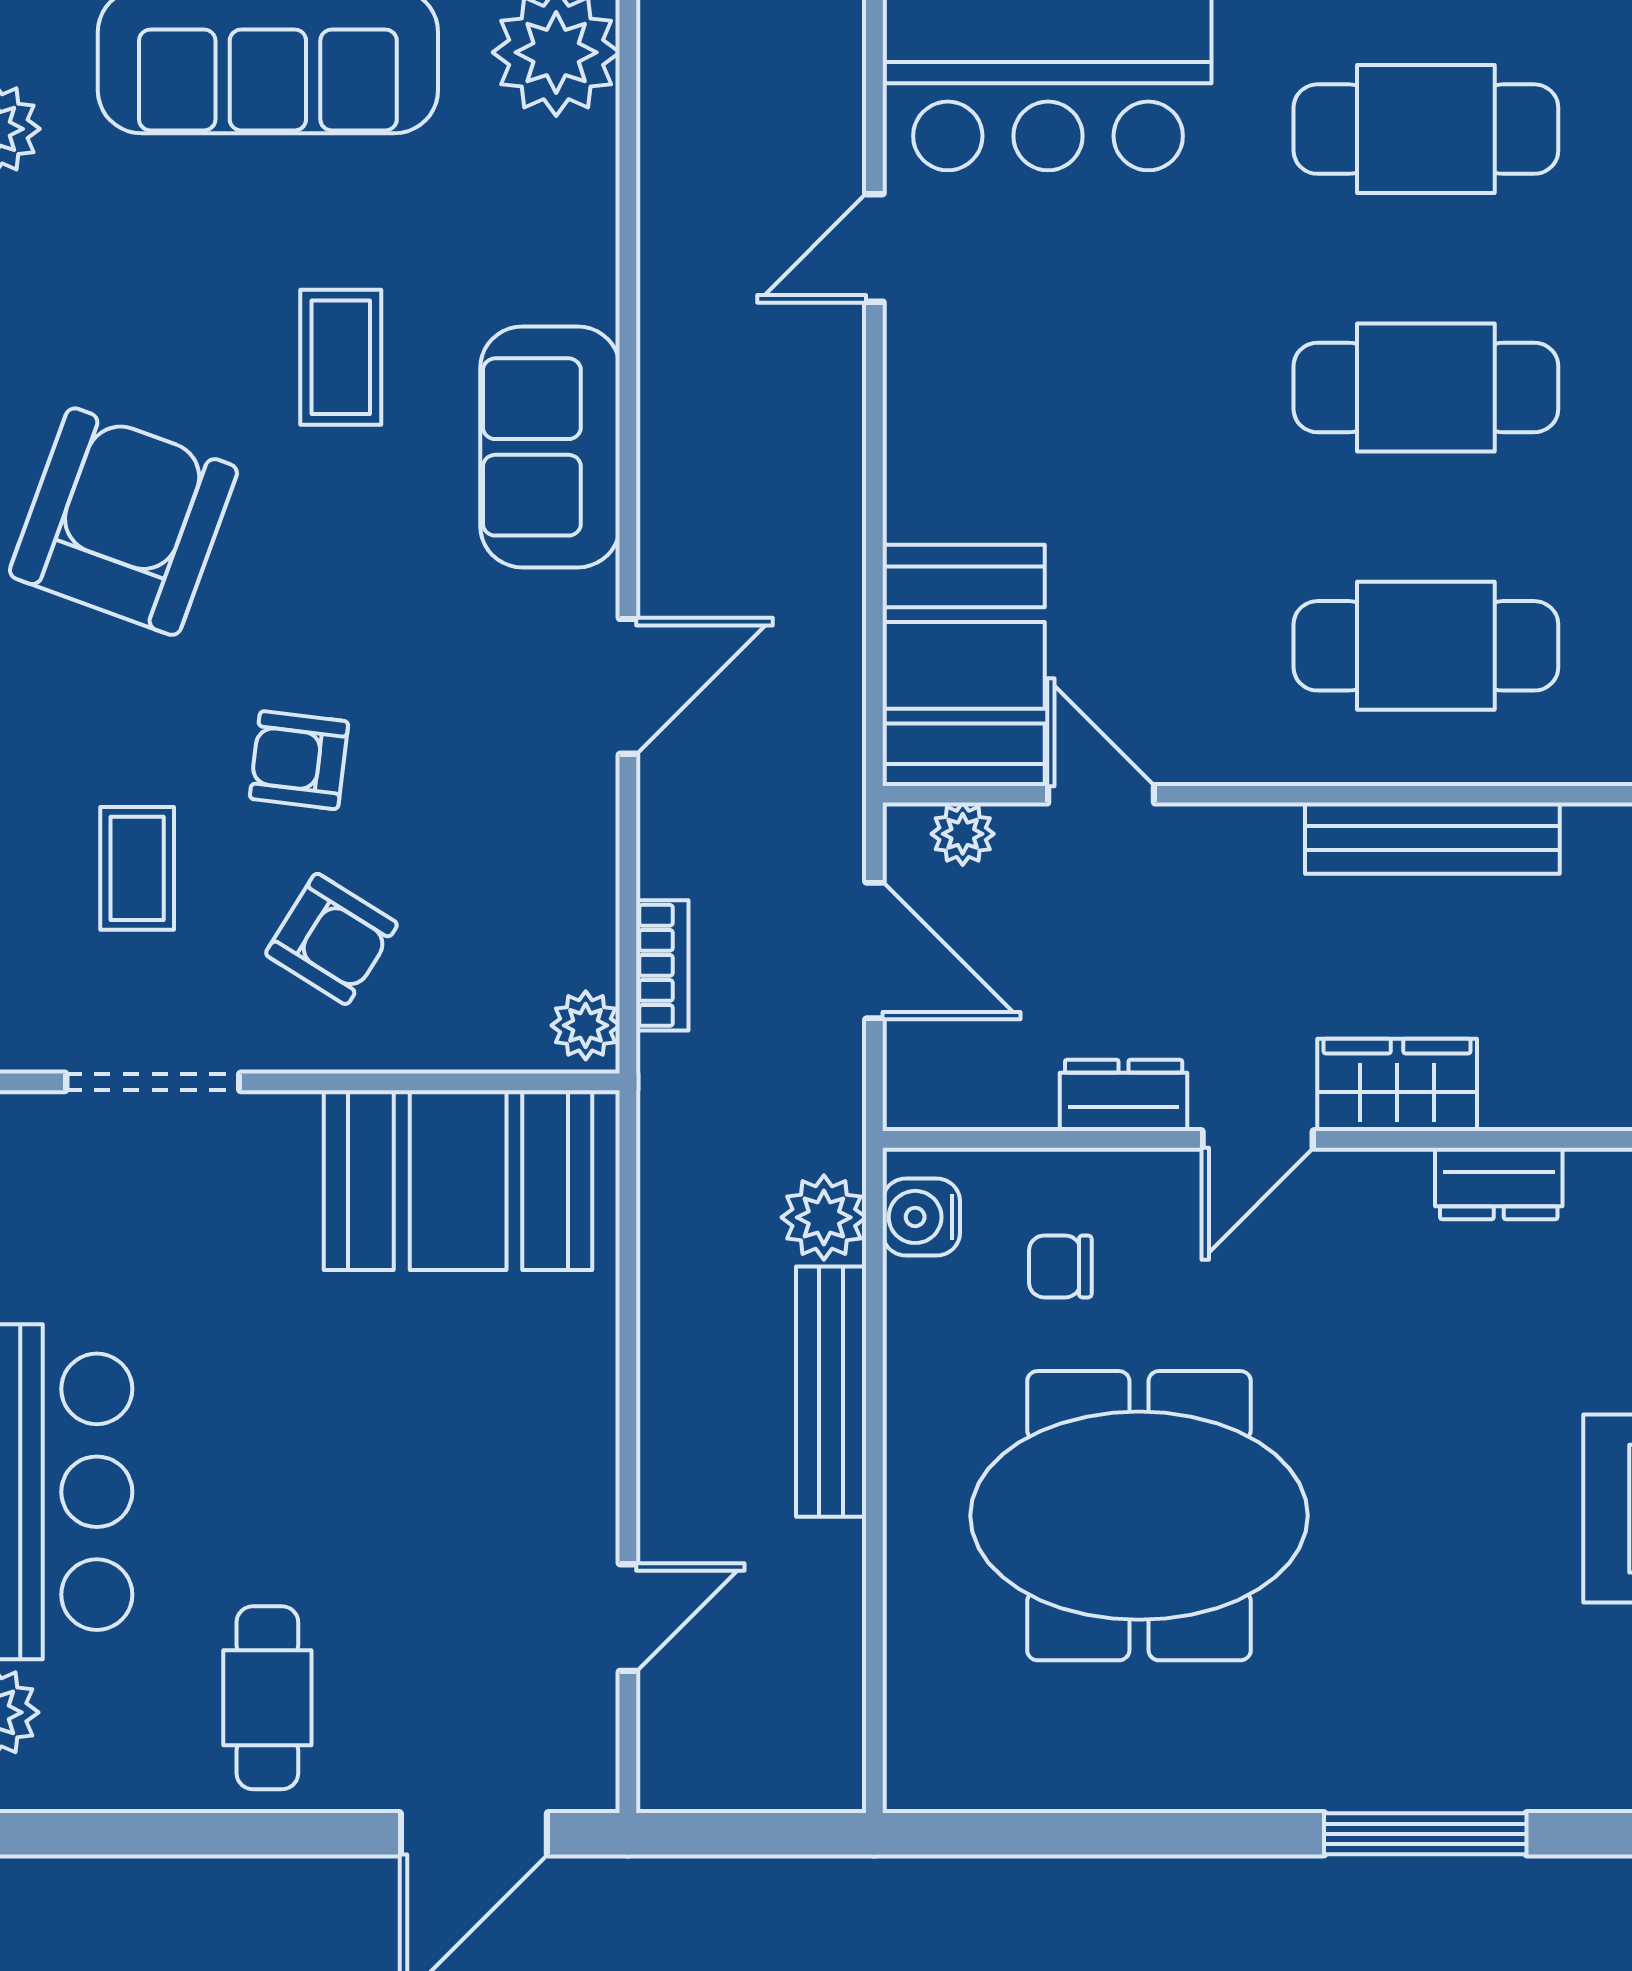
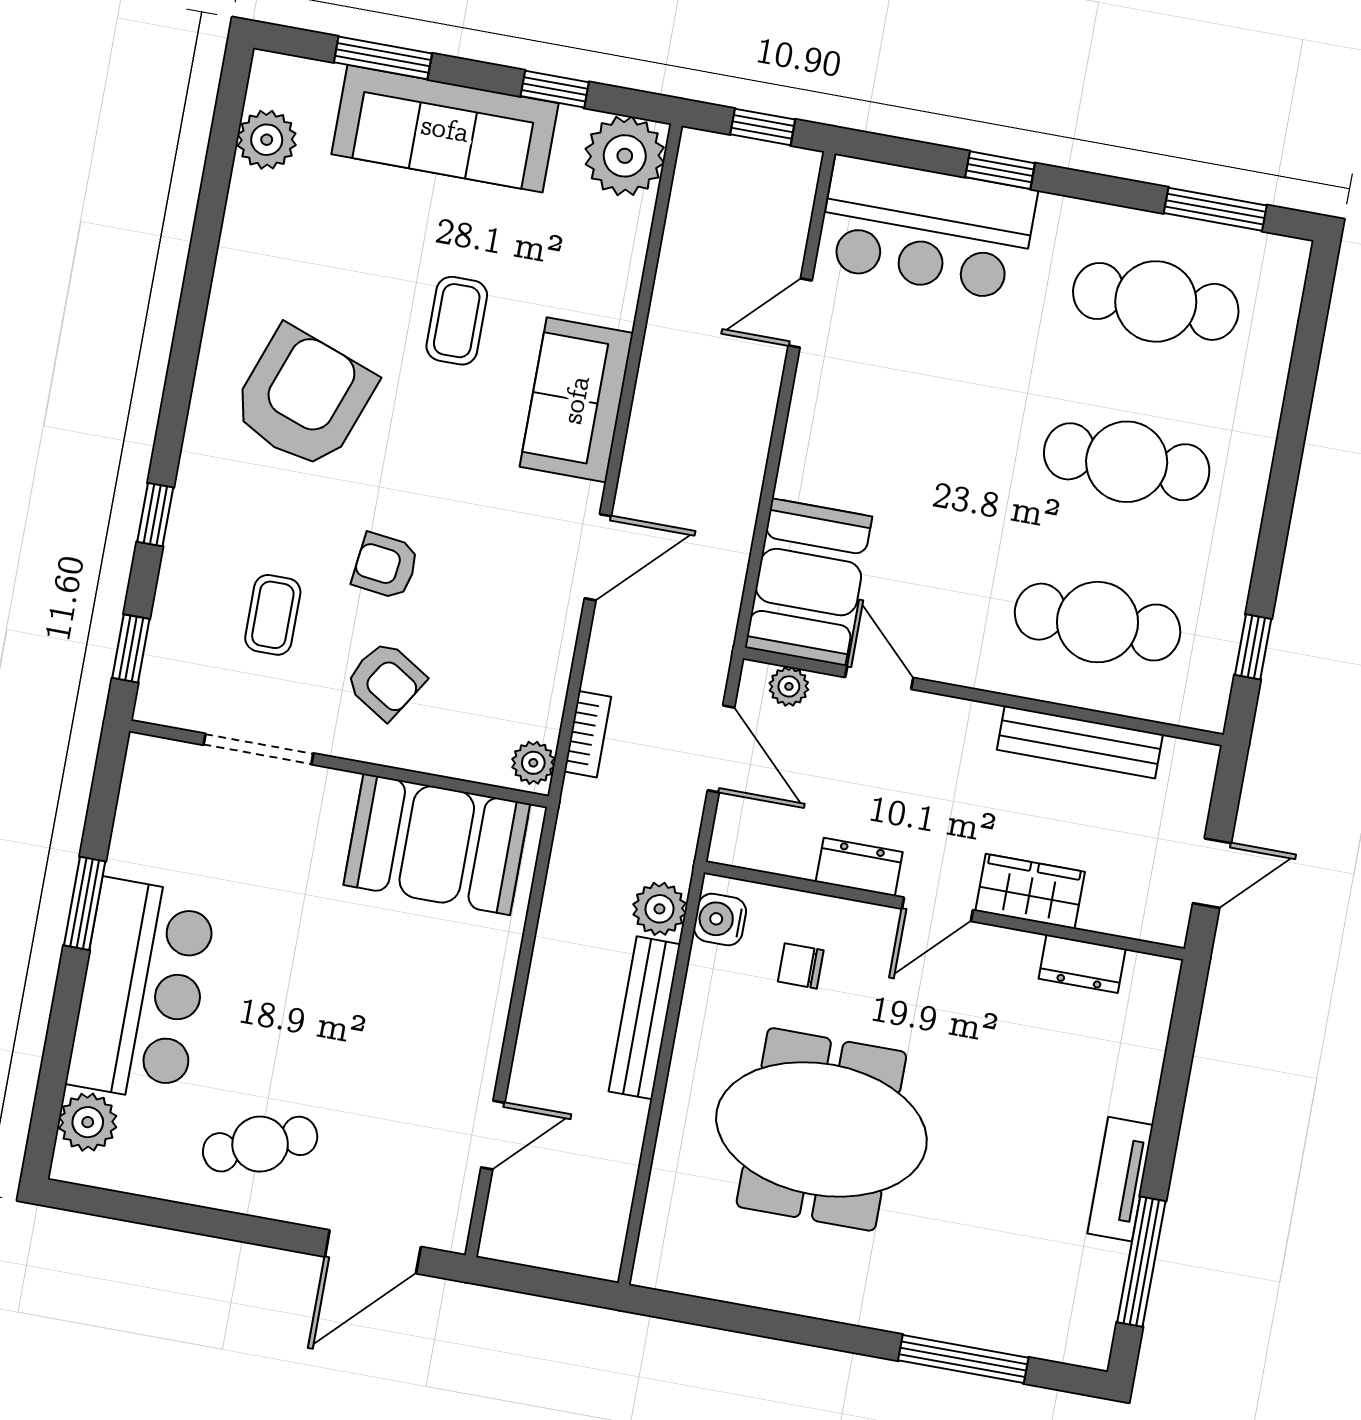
cafe table: (267, 1698) -> (260, 1144), turned 68

